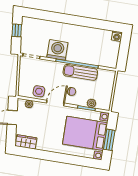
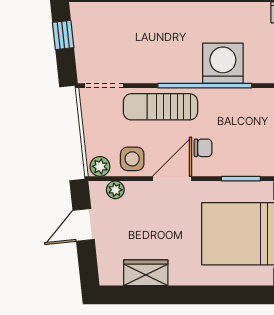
washing machine: (57, 50) -> (223, 63), moved
sun lounger: (80, 72) -> (160, 107), moved
plant: (91, 103) -> (100, 166), moved
wardrobe: (26, 142) -> (146, 273), moved

